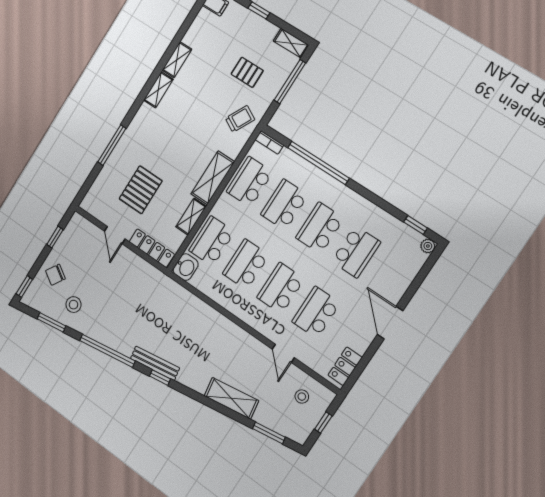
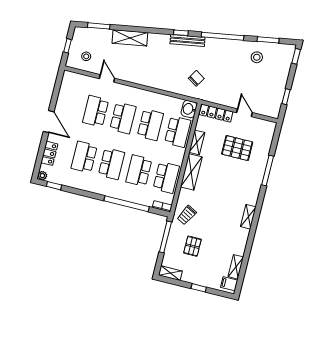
shelving: (177, 60) -> (236, 267), moved
pallet: (247, 72) -> (192, 246), turned 90
window: (290, 82) -> (165, 237), moved
pallet: (141, 190) -> (237, 148), turned 90
school desk: (284, 205) -> (139, 171), turned 180
chair: (55, 275) -> (196, 78), moved
school desk: (316, 312) -> (96, 111), turned 180
locker: (345, 366) -> (49, 153), moved

